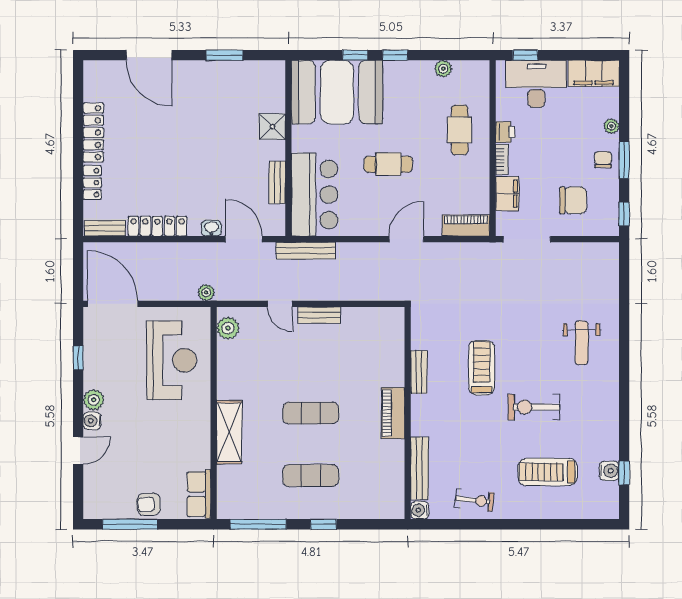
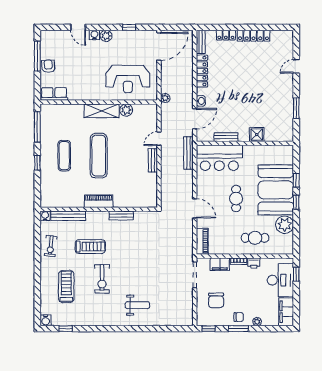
door: (149, 55) -> (296, 66), width x0.53
plant: (443, 69) -> (285, 225), width x1.87, depth x1.87
booth: (337, 92) -> (276, 190), moved
plant: (228, 328) -> (126, 110), moved
weight bench: (582, 343) -> (137, 305), turned 180
treadmill: (482, 368) -> (90, 247), moved
exercise bike: (534, 407) -> (102, 279), turned 180
exercise mat: (311, 413) -> (99, 156), width x1.36, depth x1.45
shelving: (229, 432) -> (102, 111), moved
water cooler: (609, 471) -> (46, 320), moved

